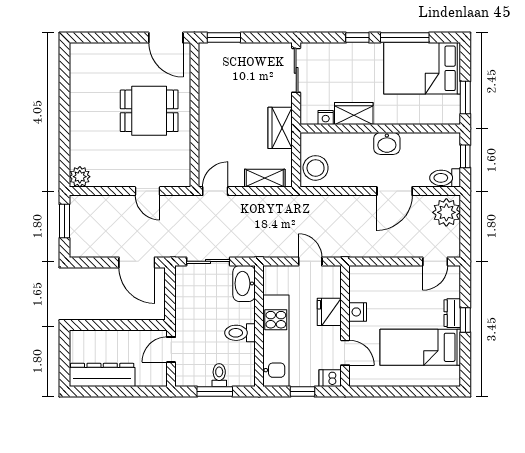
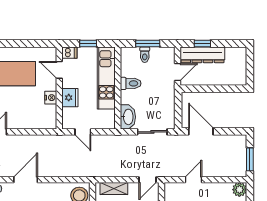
door: (147, 191) -> (193, 180), hinge flipped
dresser: (102, 375) -> (202, 55), moved
window: (134, 392) -> (202, 44), added

